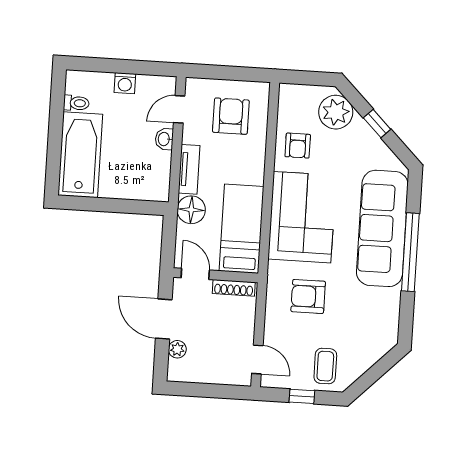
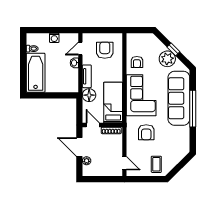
plant: (336, 112) -> (167, 59), moved
armchair: (308, 296) -> (146, 132), turned -90
window: (302, 396) -> (146, 179), removed

